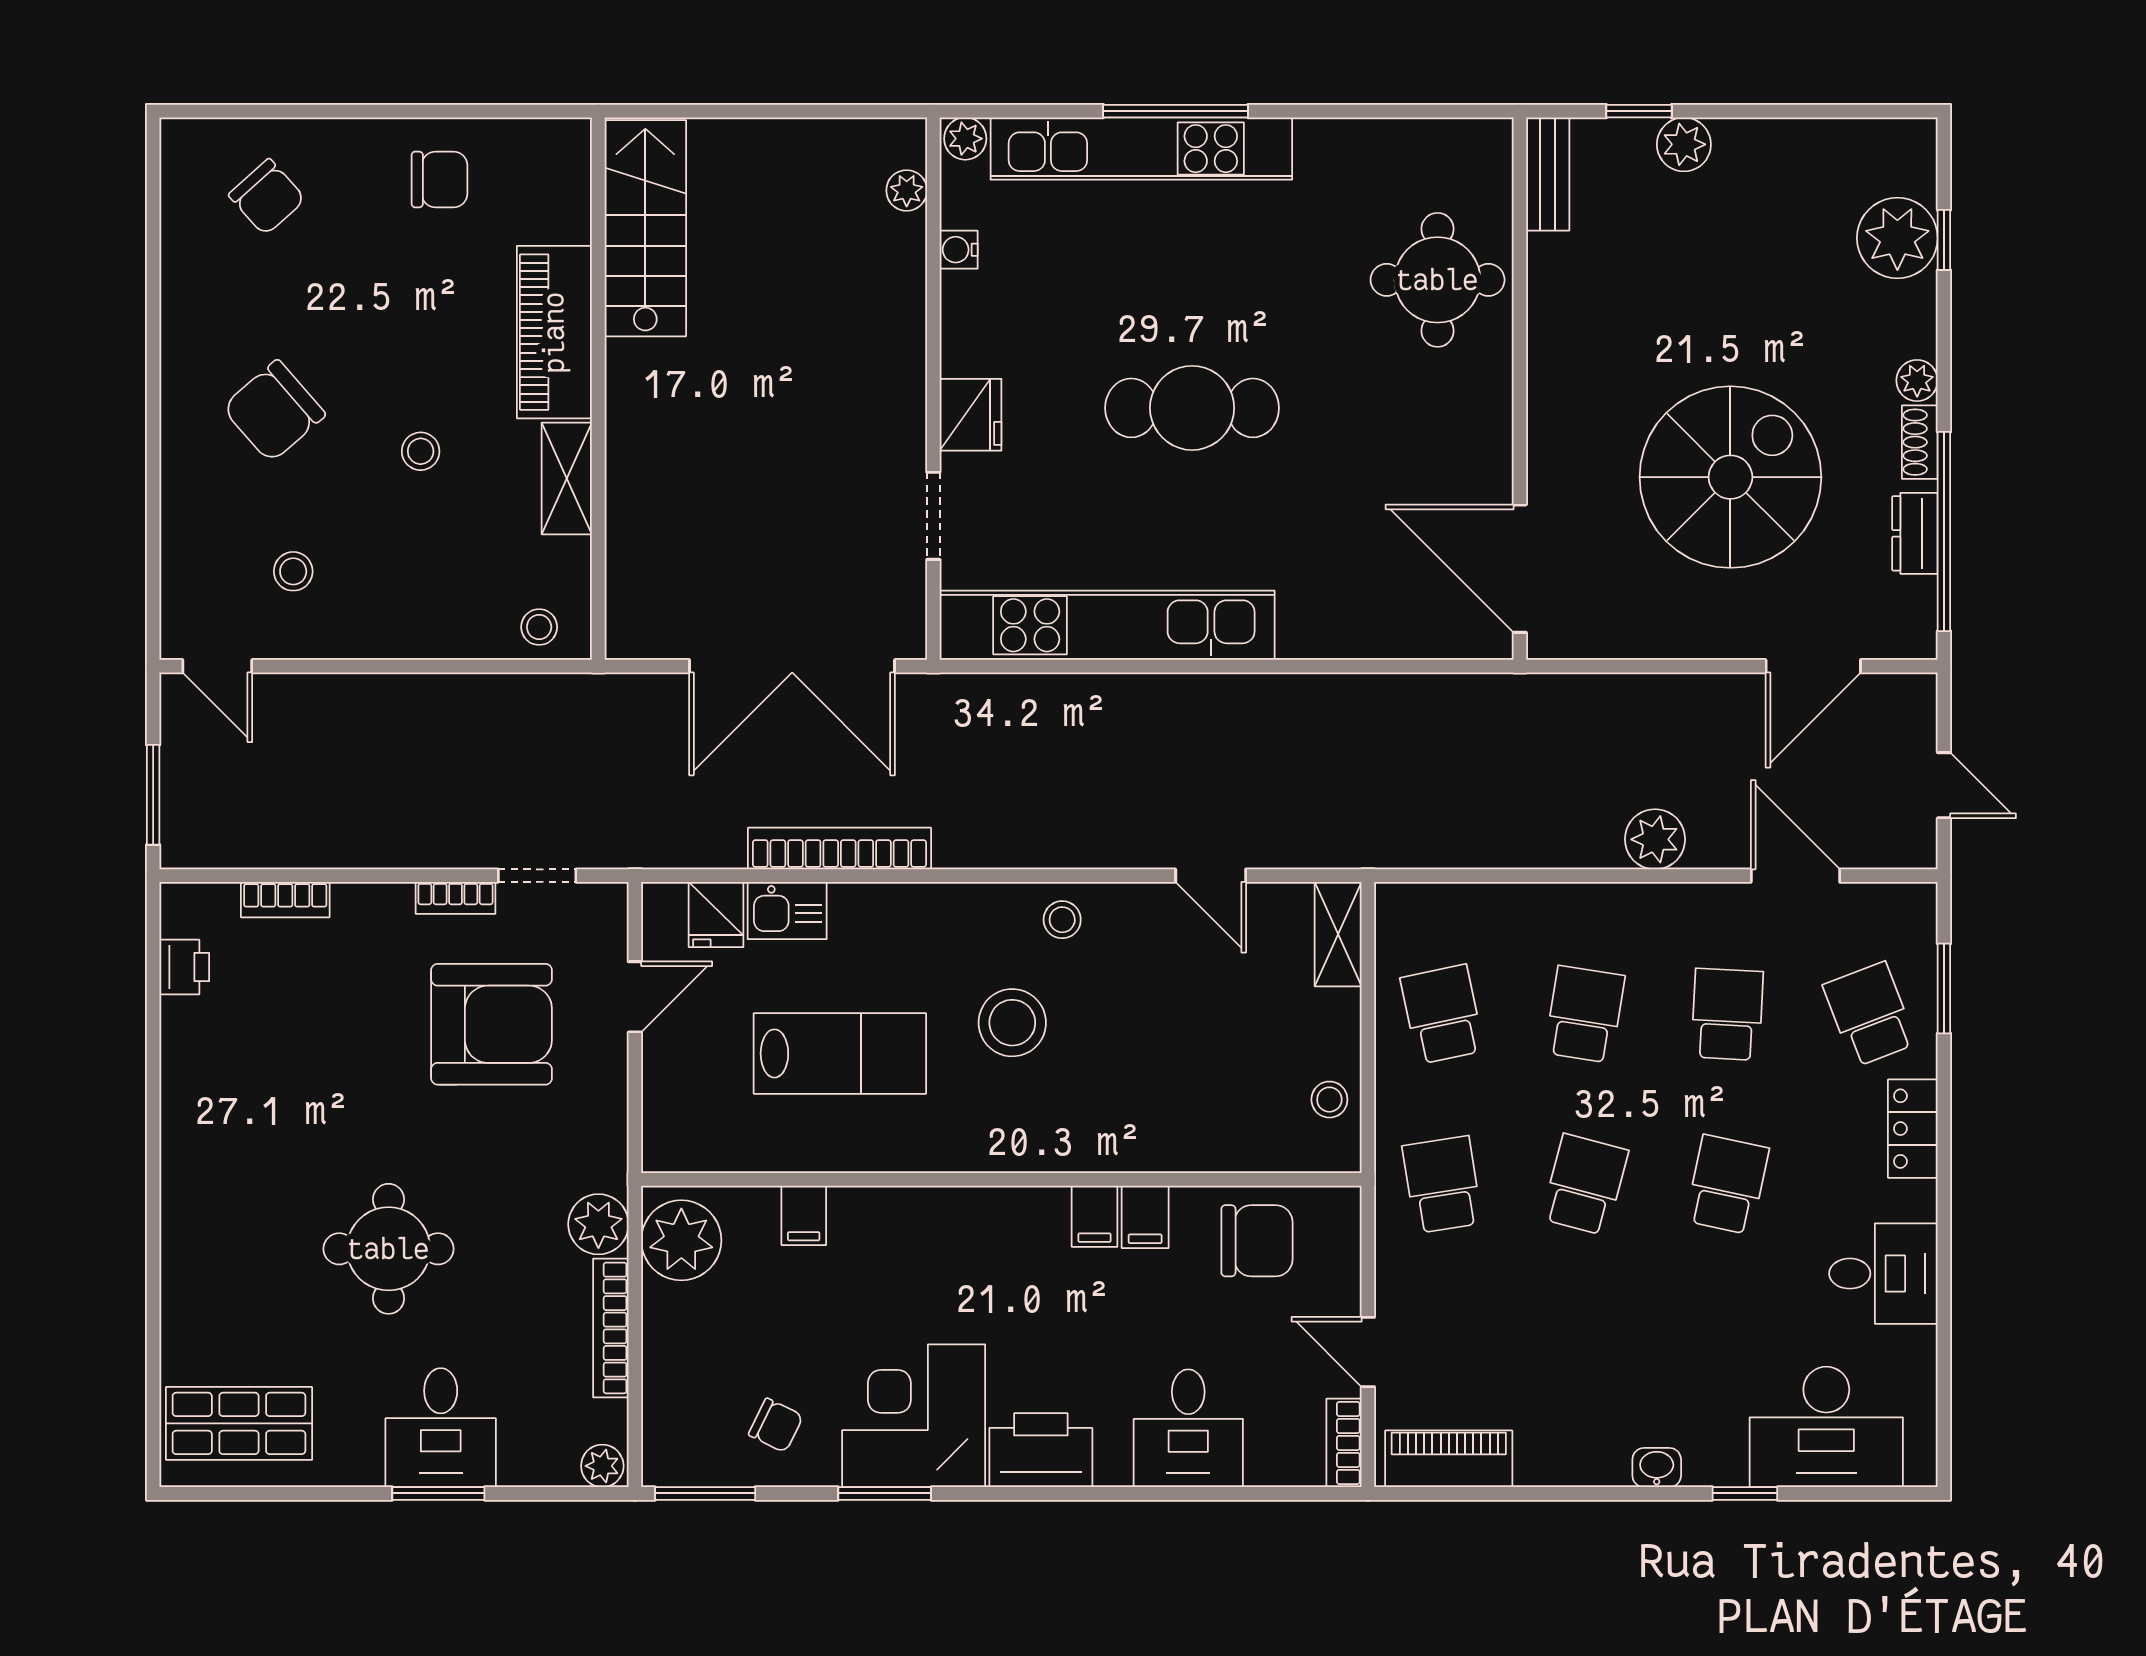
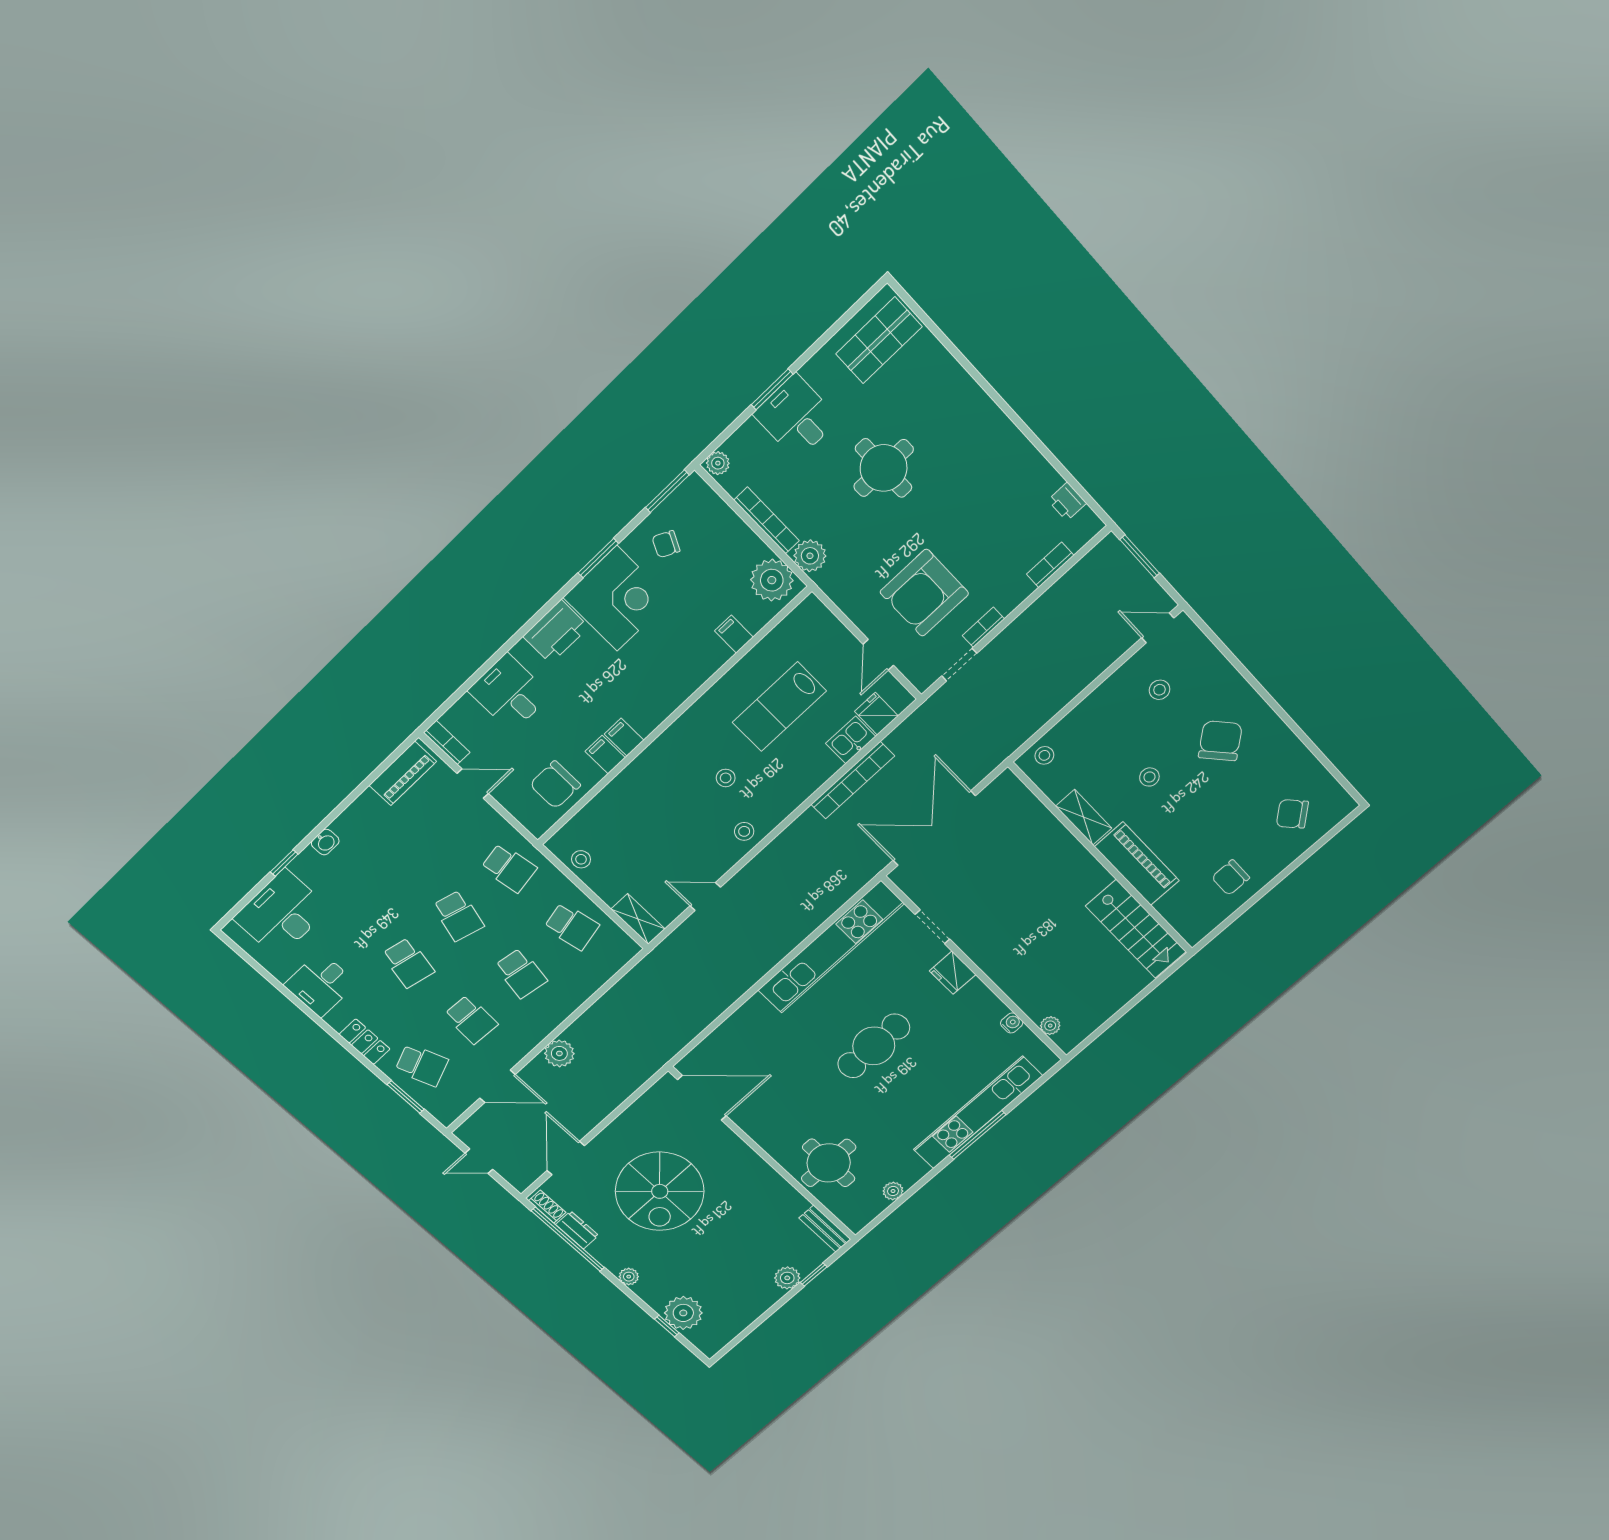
plant: (965, 139) -> (893, 1191), moved
shoe rack: (1920, 442) -> (547, 1207), moved
stool: (1012, 1023) -> (726, 778), width x0.53, depth x0.53

